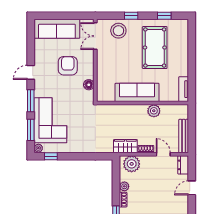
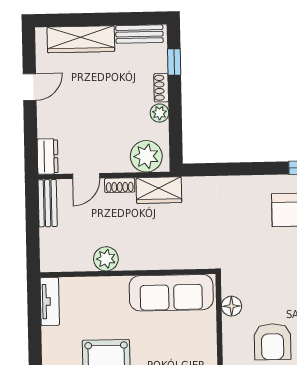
sofa: (137, 92) -> (171, 293), moved
bench: (184, 136) -> (48, 203), width x0.73
door: (163, 154) -> (86, 176), hinge flipped
door: (192, 188) -> (30, 87), moved

